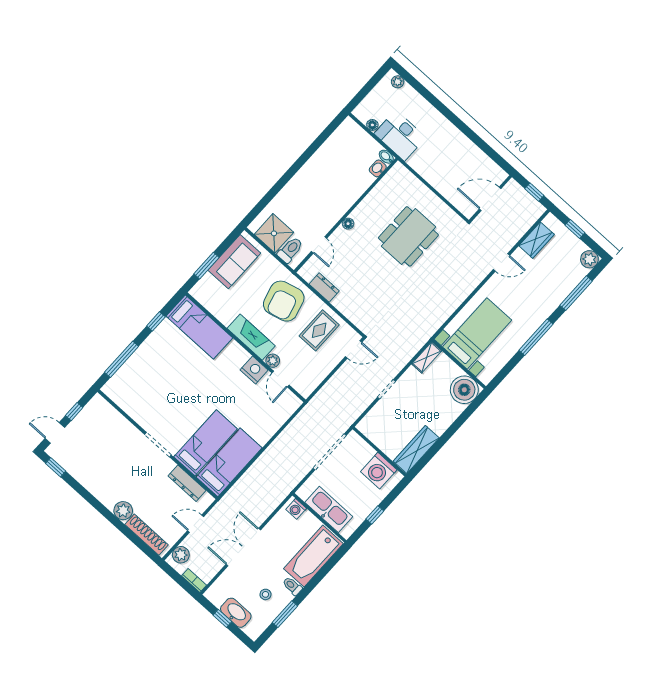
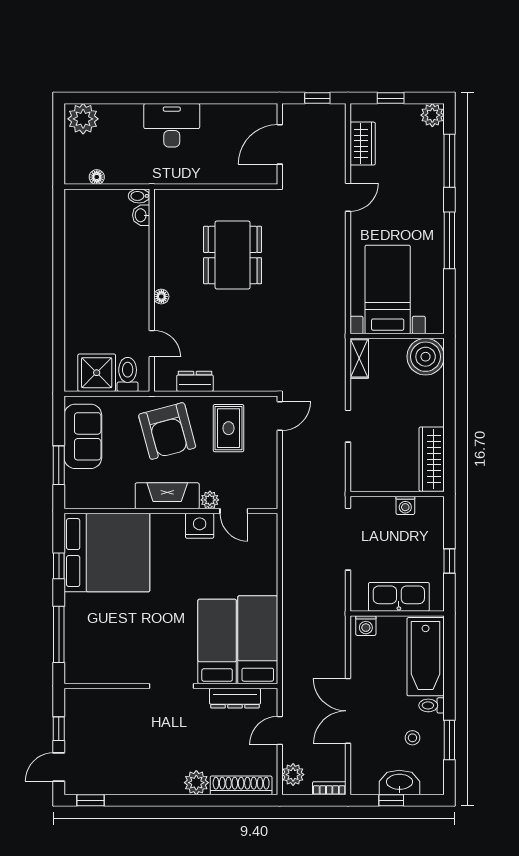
plant: (398, 82) -> (83, 119), width x1.88, depth x1.88
desk: (400, 136) -> (172, 125), moved, turned 180
bed: (199, 327) -> (107, 553), width x2.04
washing machine: (379, 471) -> (405, 505), width x0.53, depth x0.53

